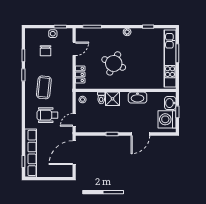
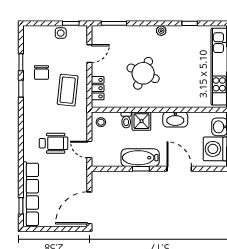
chair: (46, 51) -> (41, 72), moved
coffee table: (44, 87) -> (68, 90), moved
wheelchair: (47, 115) -> (53, 143), turned 180
door: (74, 120) -> (89, 150), hinge flipped
bathtub: (111, 126) -> (140, 158), added
door: (140, 134) -> (179, 169), swing flipped
door: (74, 153) -> (89, 208), moved

